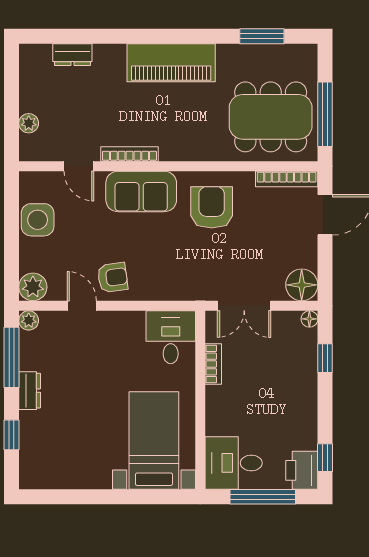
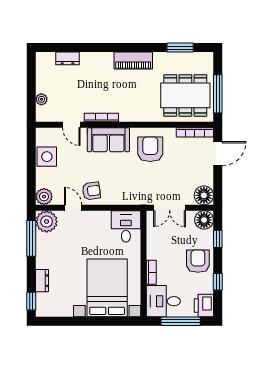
piano: (171, 63) -> (133, 60), width x0.73, depth x0.75
floor lamp: (309, 319) -> (204, 220), width x1.89, depth x1.89
plant: (29, 320) -> (47, 222), width x1.88, depth x1.88
bookcase: (213, 364) -> (151, 272), moved
dresser: (30, 391) -> (42, 281), moved
armchair: (292, 396) -> (198, 261), added
window: (12, 435) -> (31, 301), moved
bed with nightstands: (154, 441) -> (107, 288), width x1.36
window: (325, 458) -> (218, 282), moved

